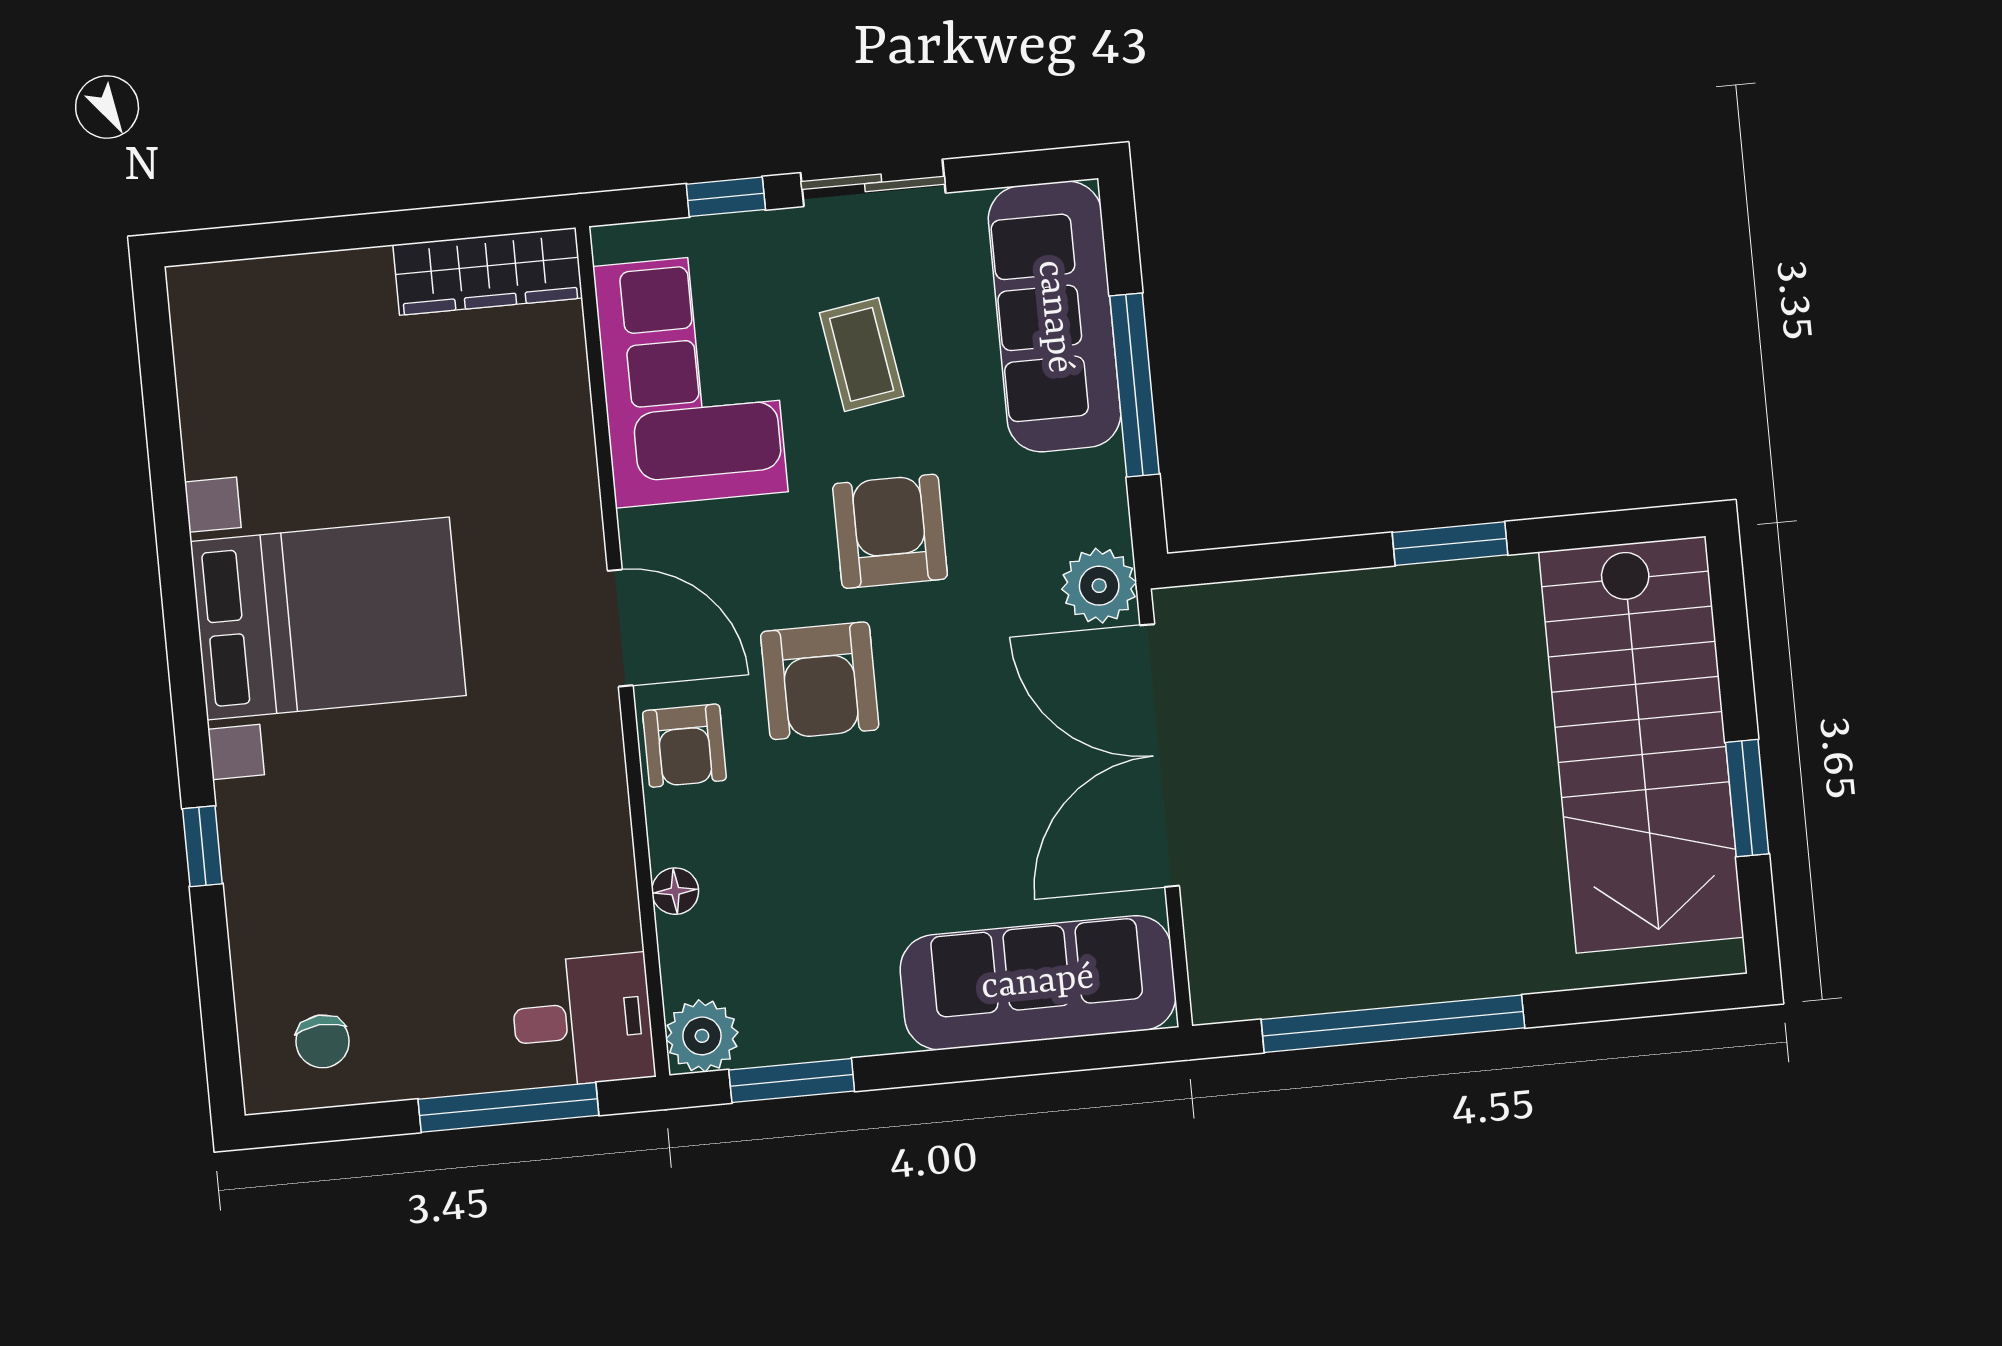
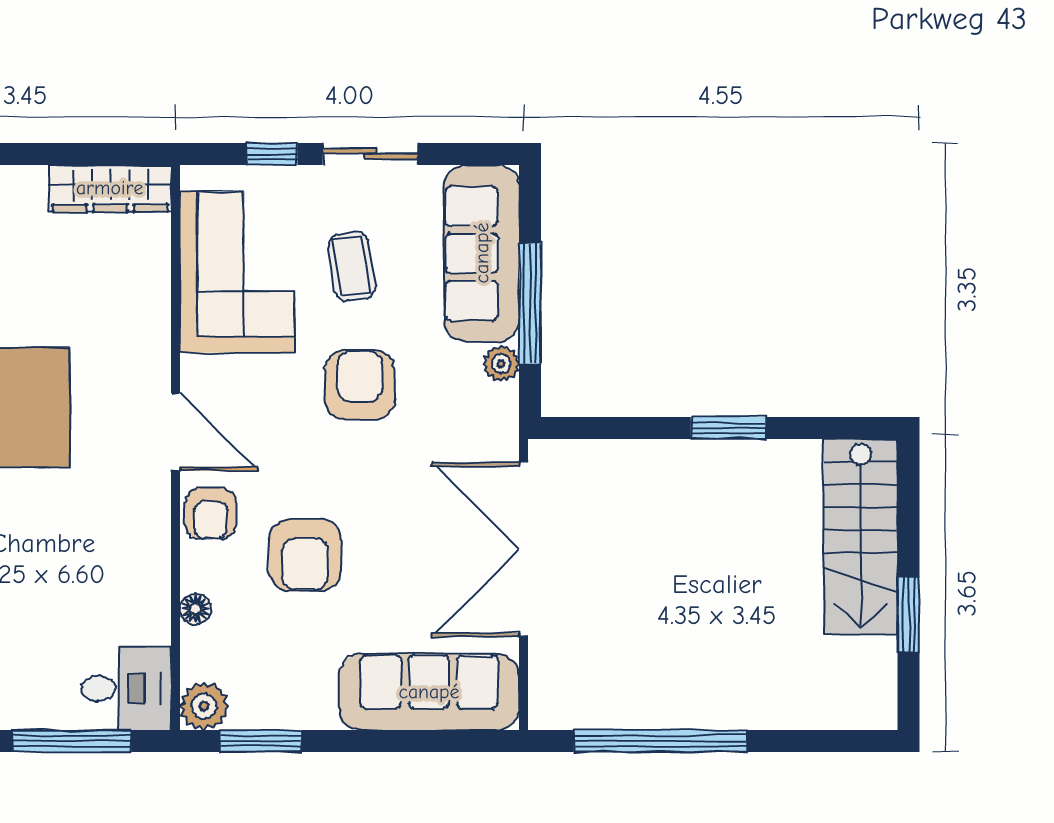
plant: (1099, 586) -> (501, 364), moved, width x0.73, depth x0.73
armchair: (820, 681) -> (305, 555), moved
stairs: (1641, 745) -> (861, 537), width x0.73, depth x0.66

